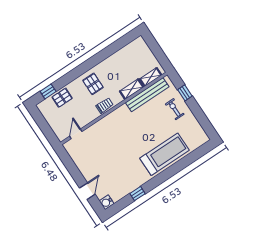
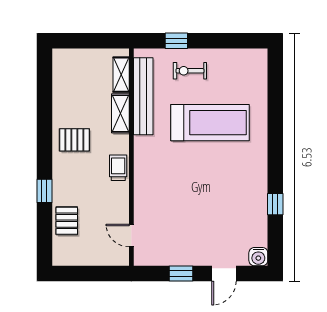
pallet: (93, 84) -> (74, 140), moved
window: (48, 91) -> (44, 191), moved
treadmill: (164, 154) -> (210, 123), moved, turned 90
window: (73, 170) -> (181, 274), added
door: (87, 191) -> (224, 274), swing flipped

